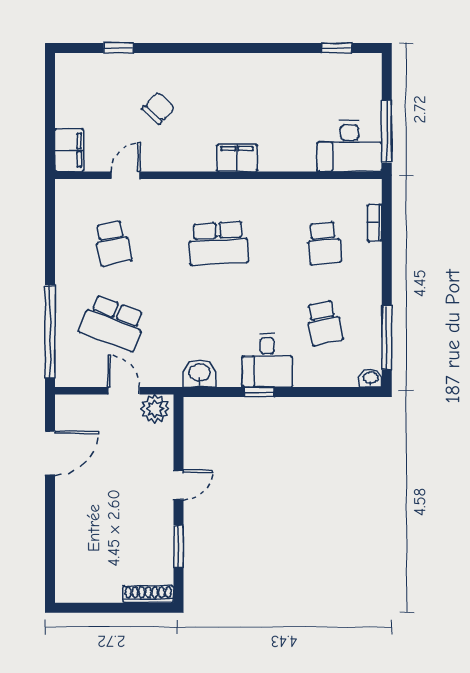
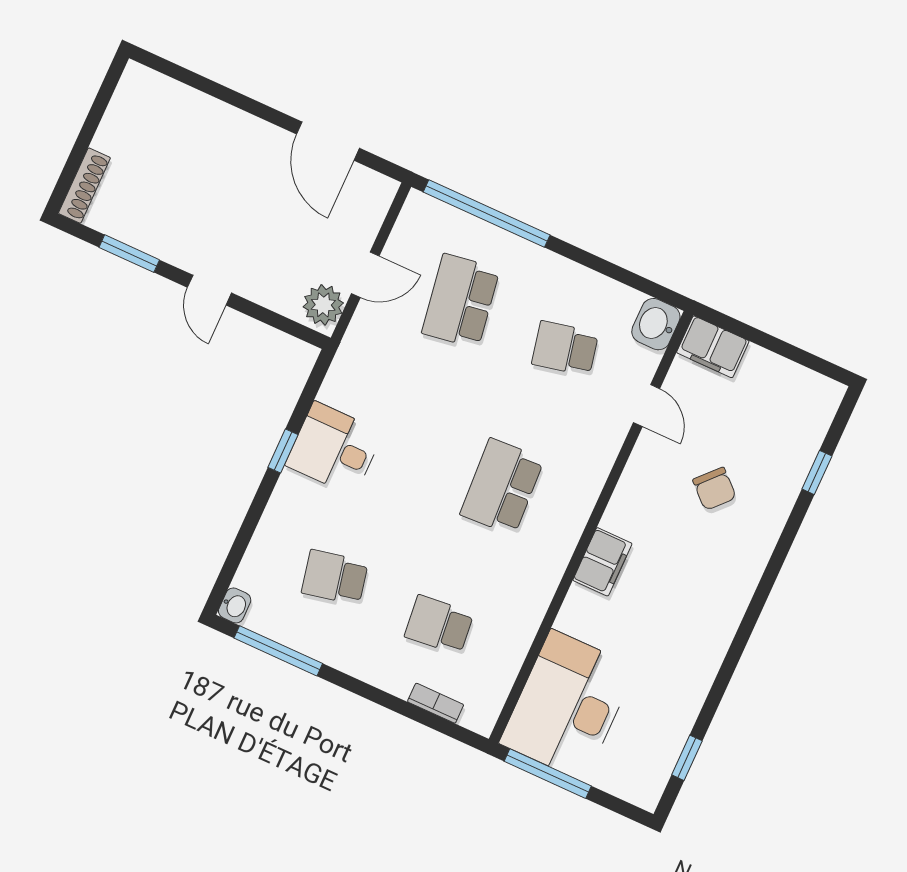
desk: (350, 146) -> (568, 705), width x1.36, depth x1.30
school desk: (113, 323) -> (461, 301), turned -30
desk: (267, 360) -> (334, 449), moved
washbasin: (200, 373) -> (656, 324), moved, turned 180

